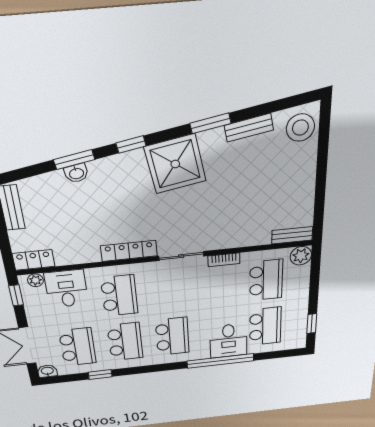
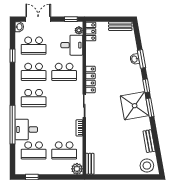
window: (210, 123) -> (150, 108), moved

